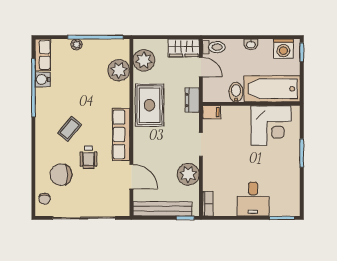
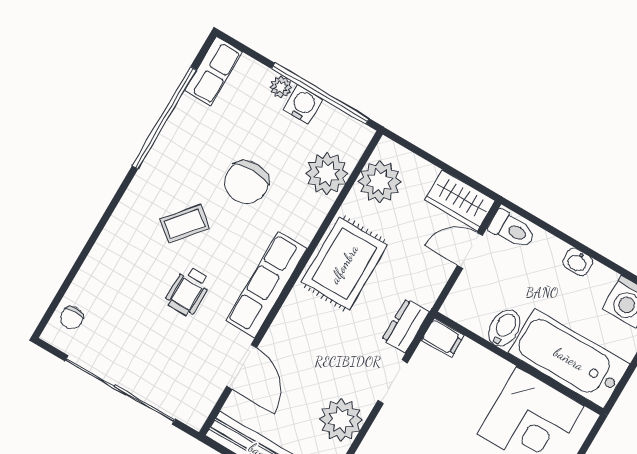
door: (201, 67) -> (470, 250), swing flipped
water cooler: (43, 79) -> (303, 105), moved, turned 90
dresser: (192, 100) -> (406, 326), moved
chair: (61, 175) -> (247, 182), moved, turned -90

